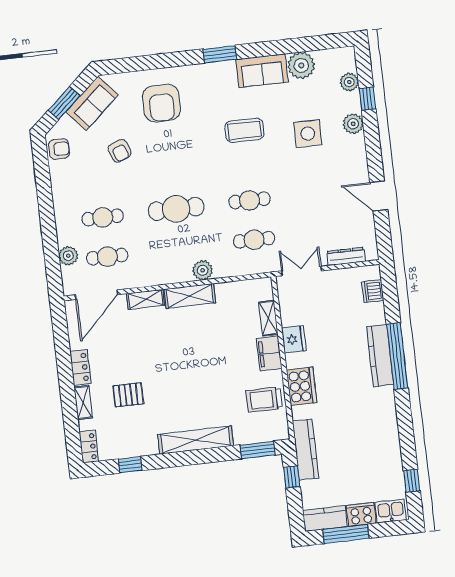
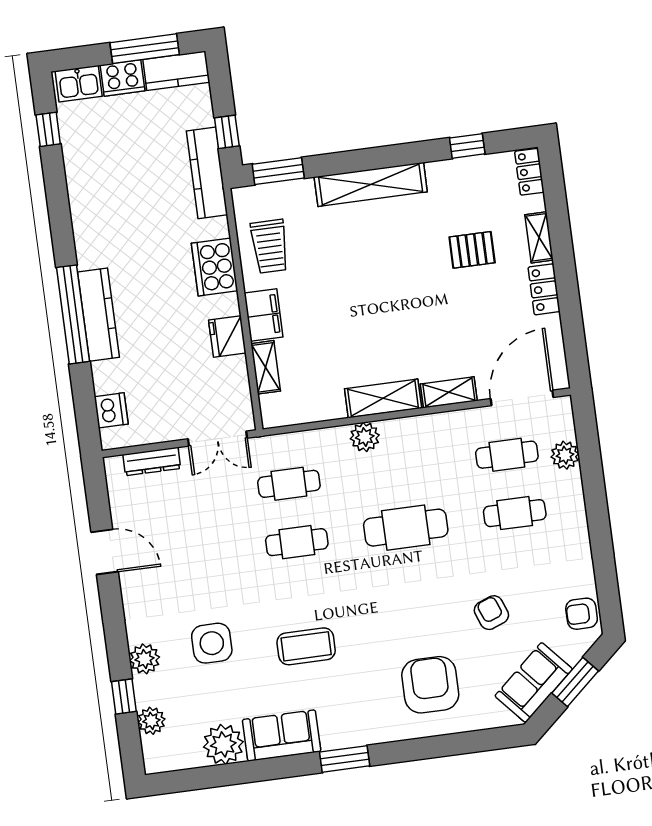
trolley: (264, 400) -> (270, 246), turned 90

